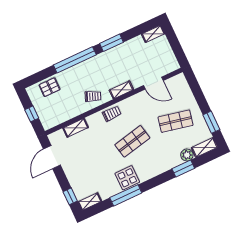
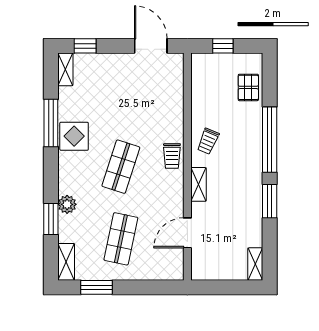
shelving: (76, 128) -> (176, 97), removed
shop shelf: (132, 141) -> (121, 167), turned 30
plant: (187, 155) -> (67, 204), moved

